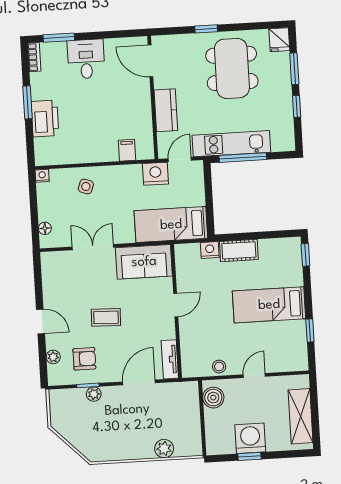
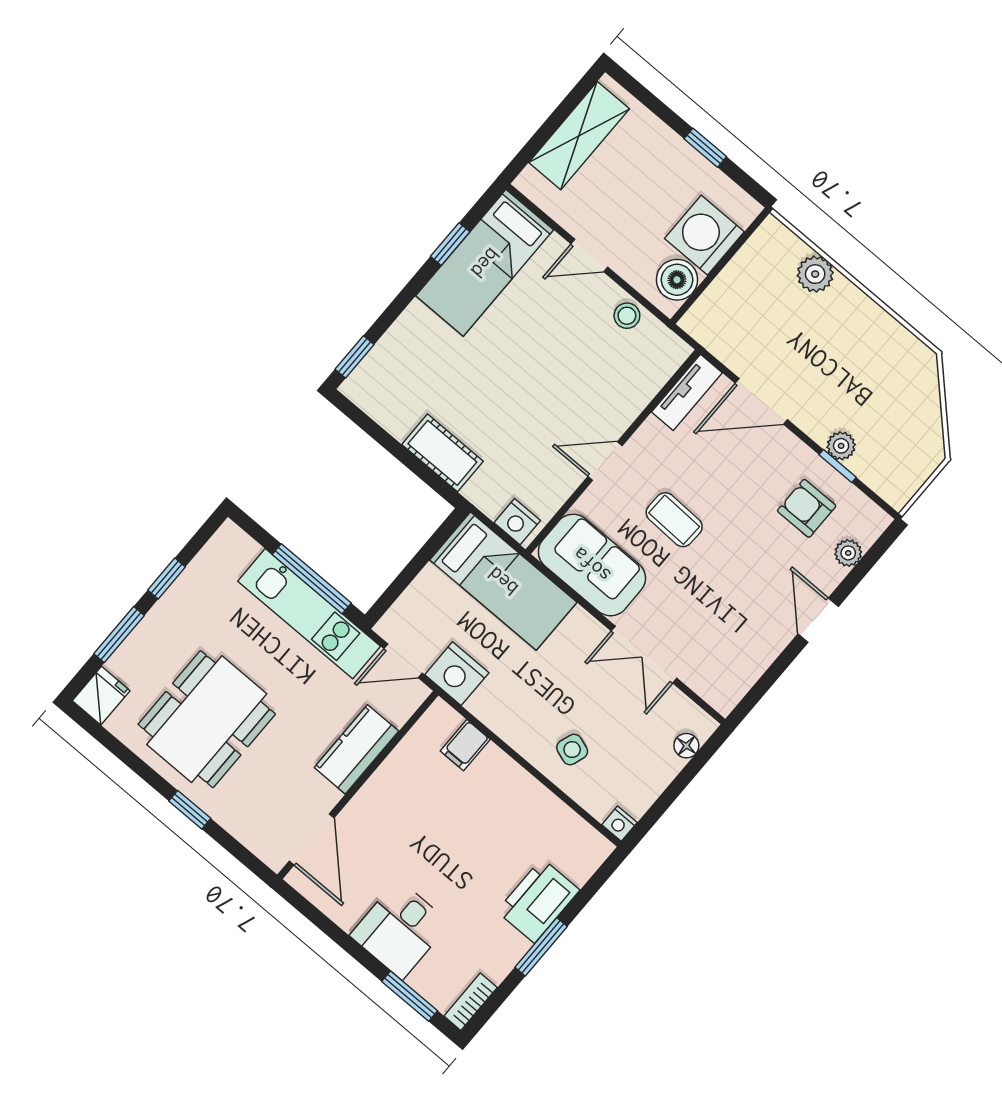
nightstand: (210, 250) -> (517, 522), moved
bed: (269, 305) -> (485, 263), moved, turned 90
coffee table: (106, 317) -> (674, 520), moved
washing machine: (250, 438) -> (704, 235), moved, turned 90

